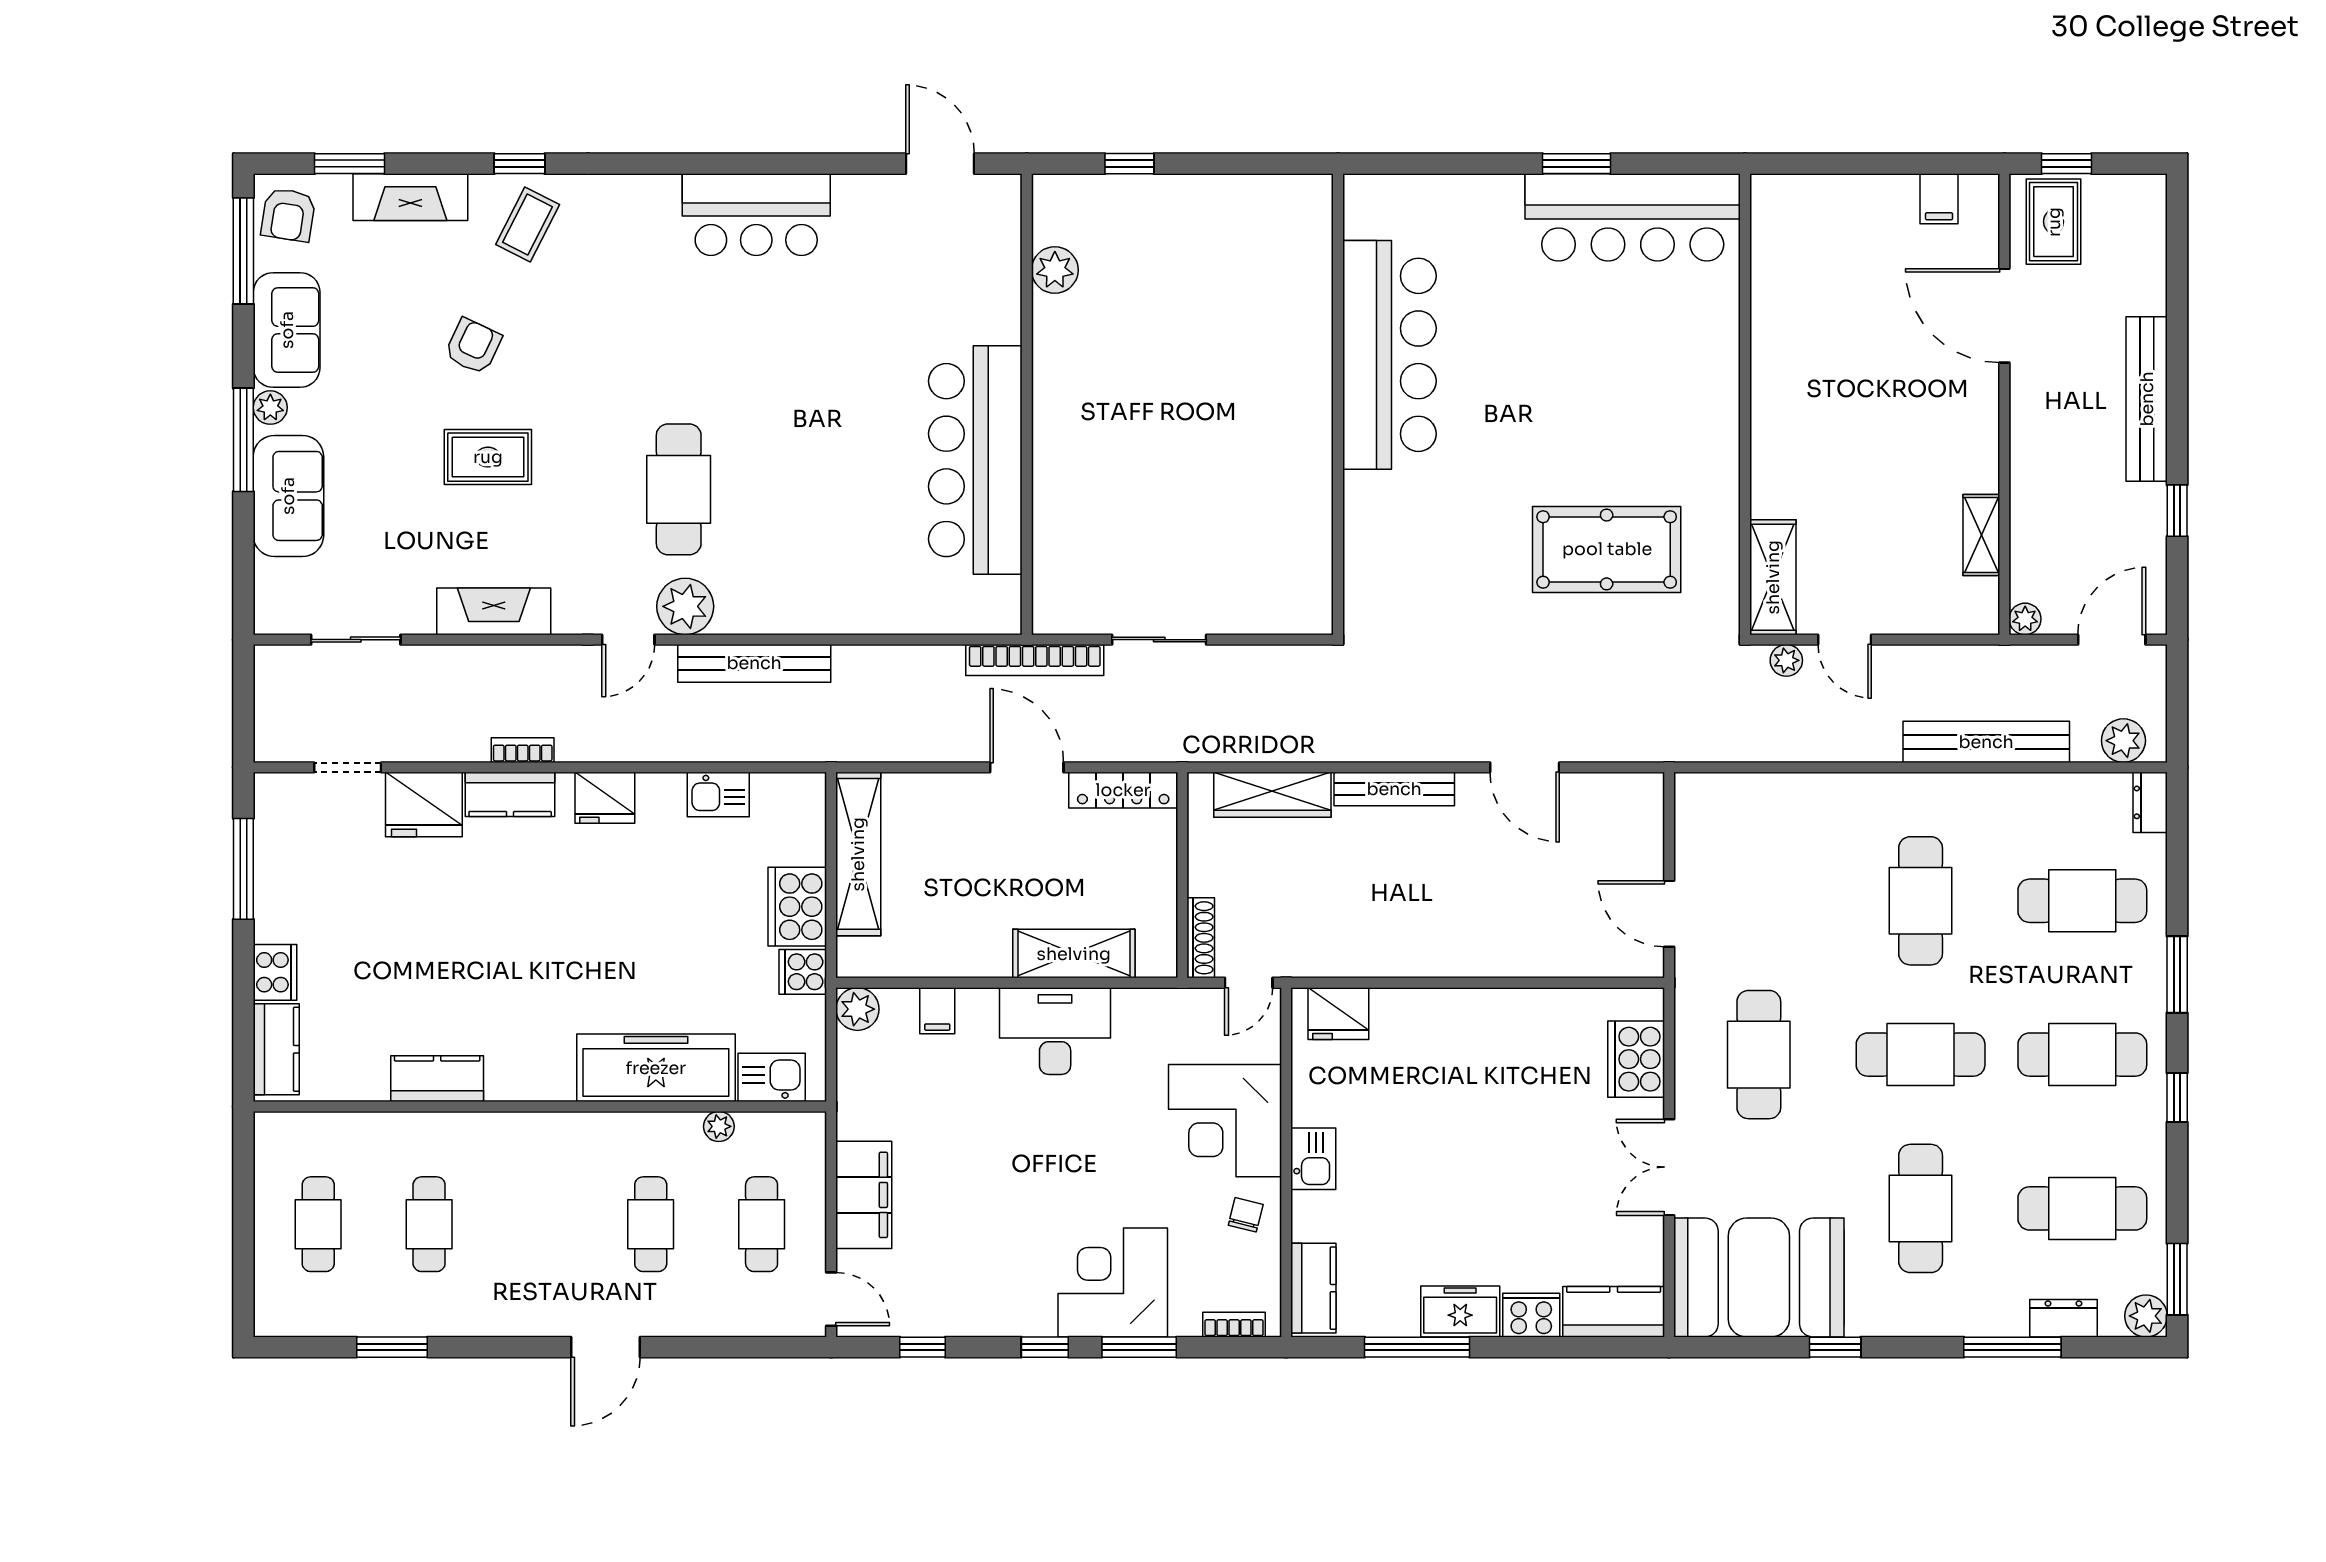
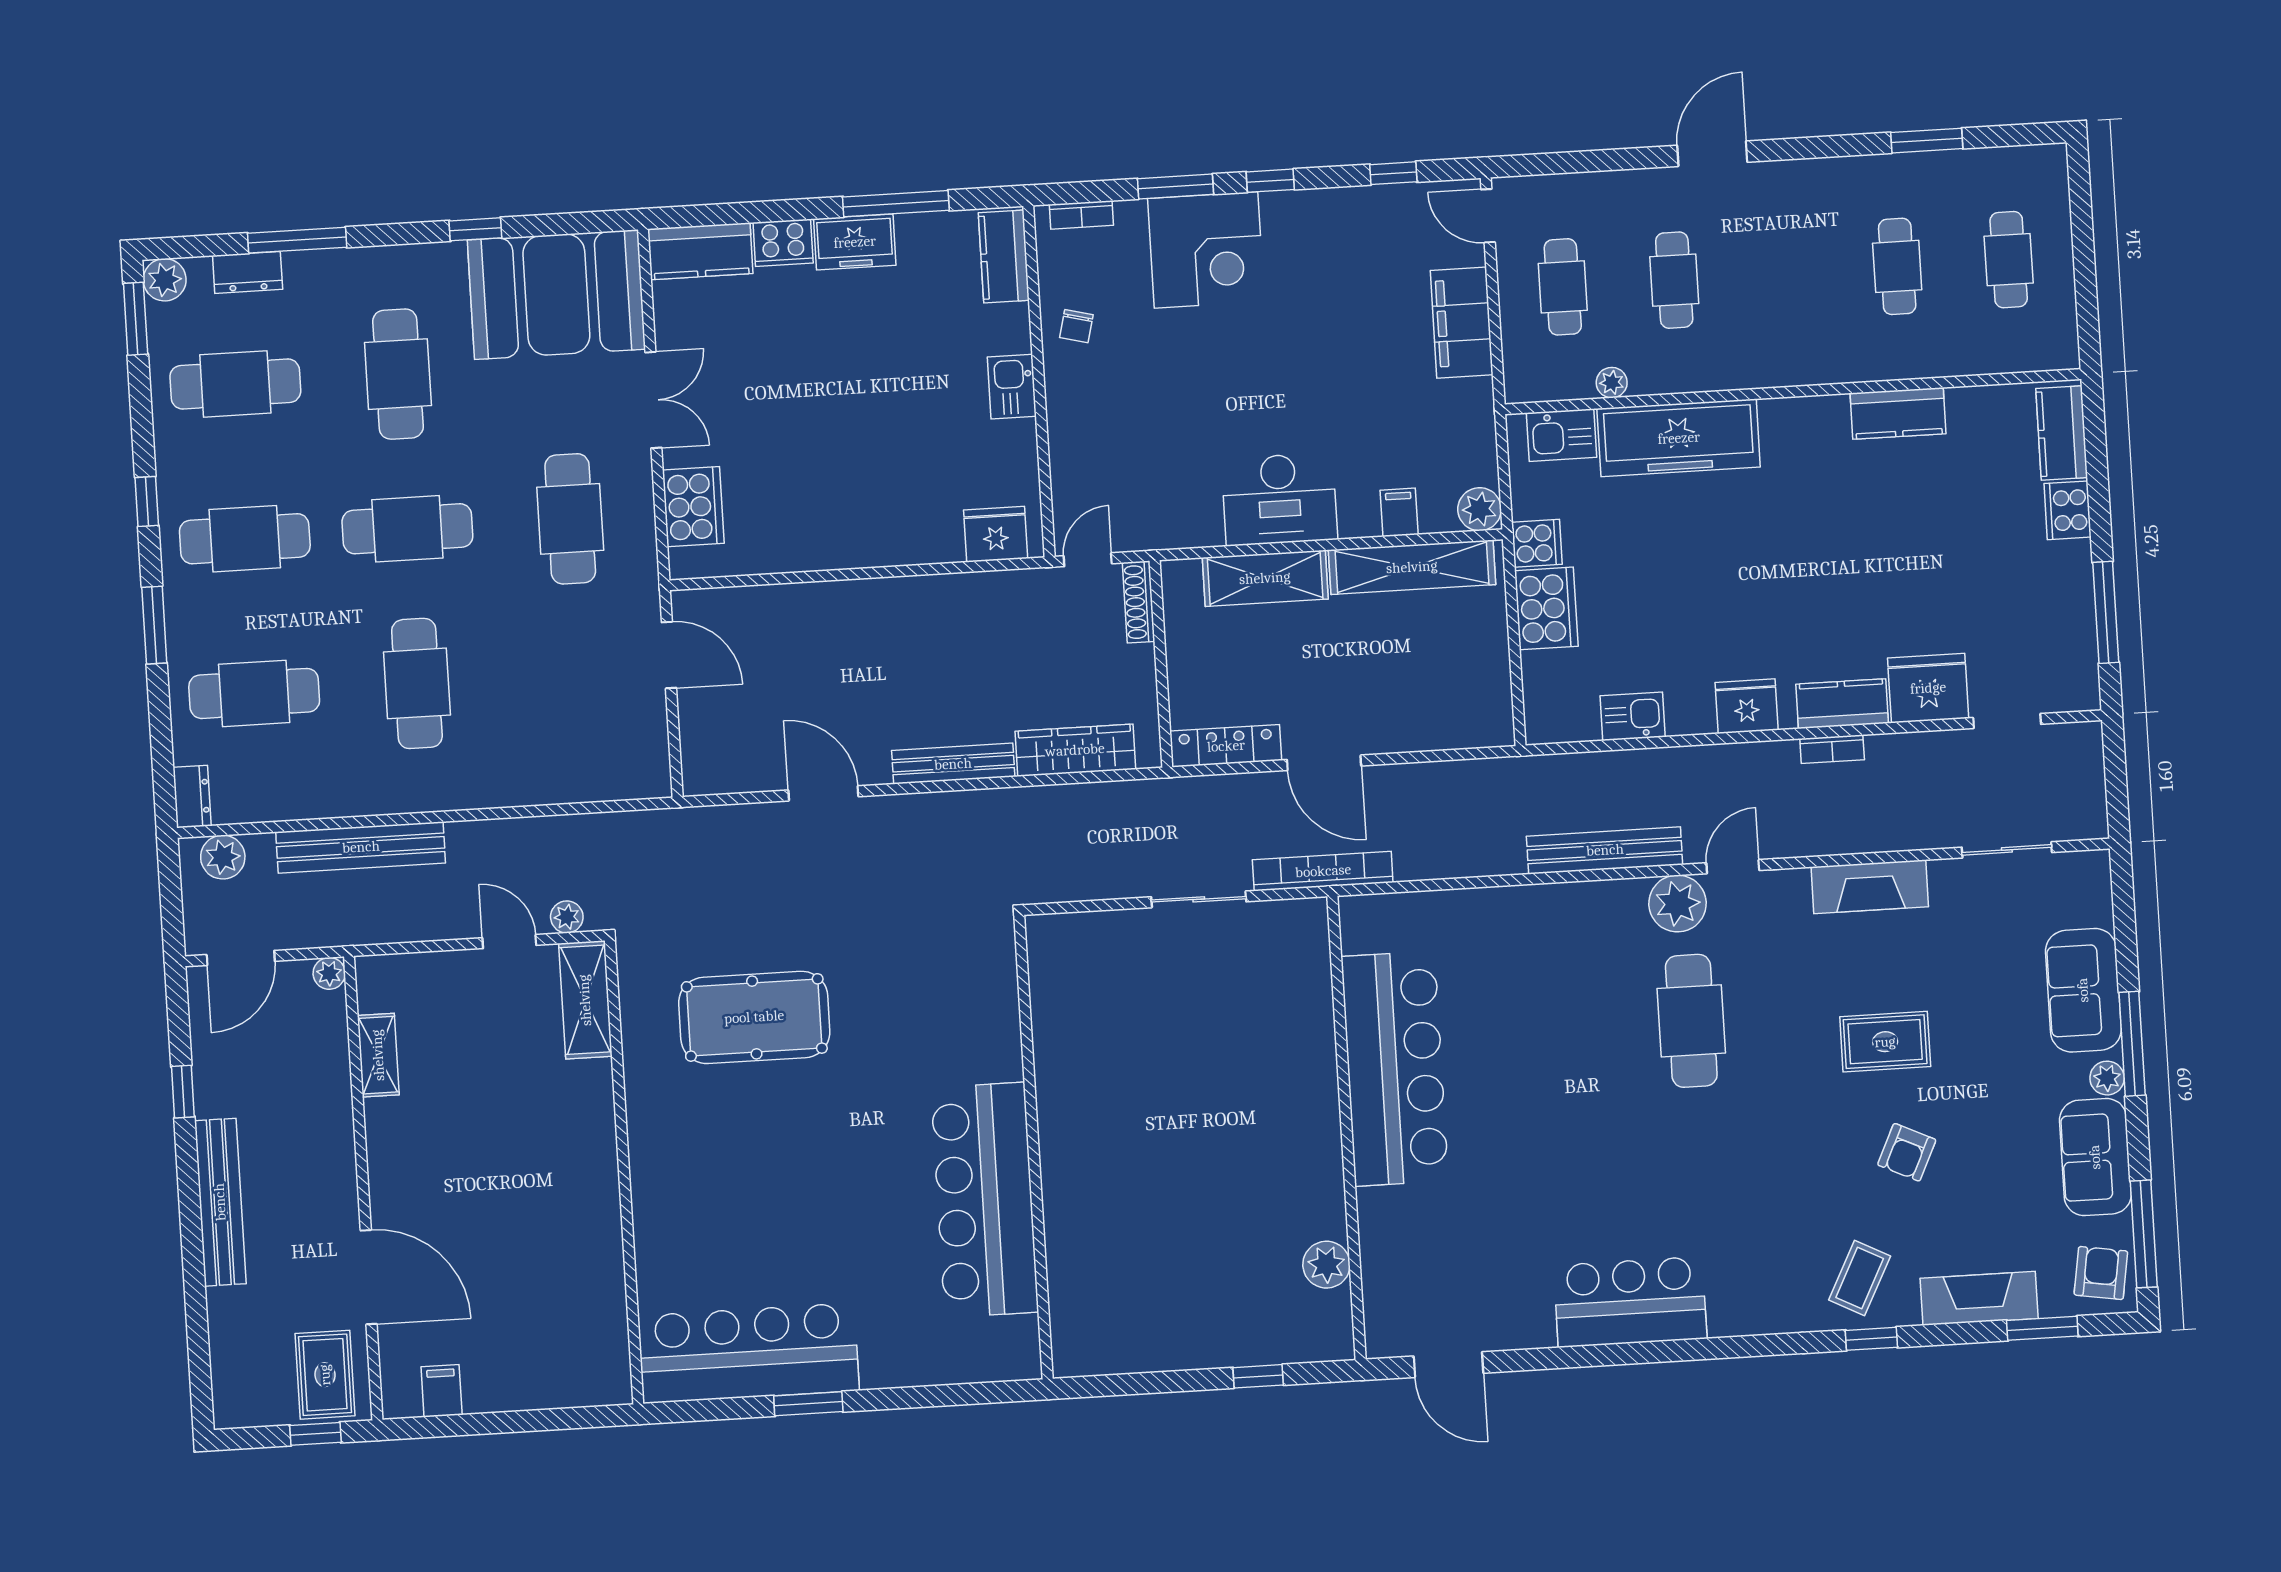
shelving: (858, 854) -> (1412, 567), moved, turned 90
corner desk: (1225, 1121) -> (1103, 420), removed

